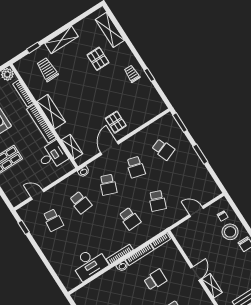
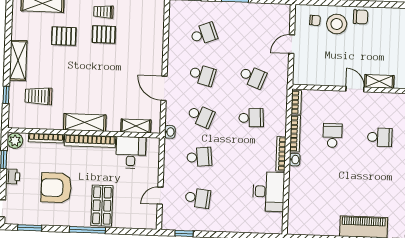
pallet: (116, 122) -> (104, 34), moved

